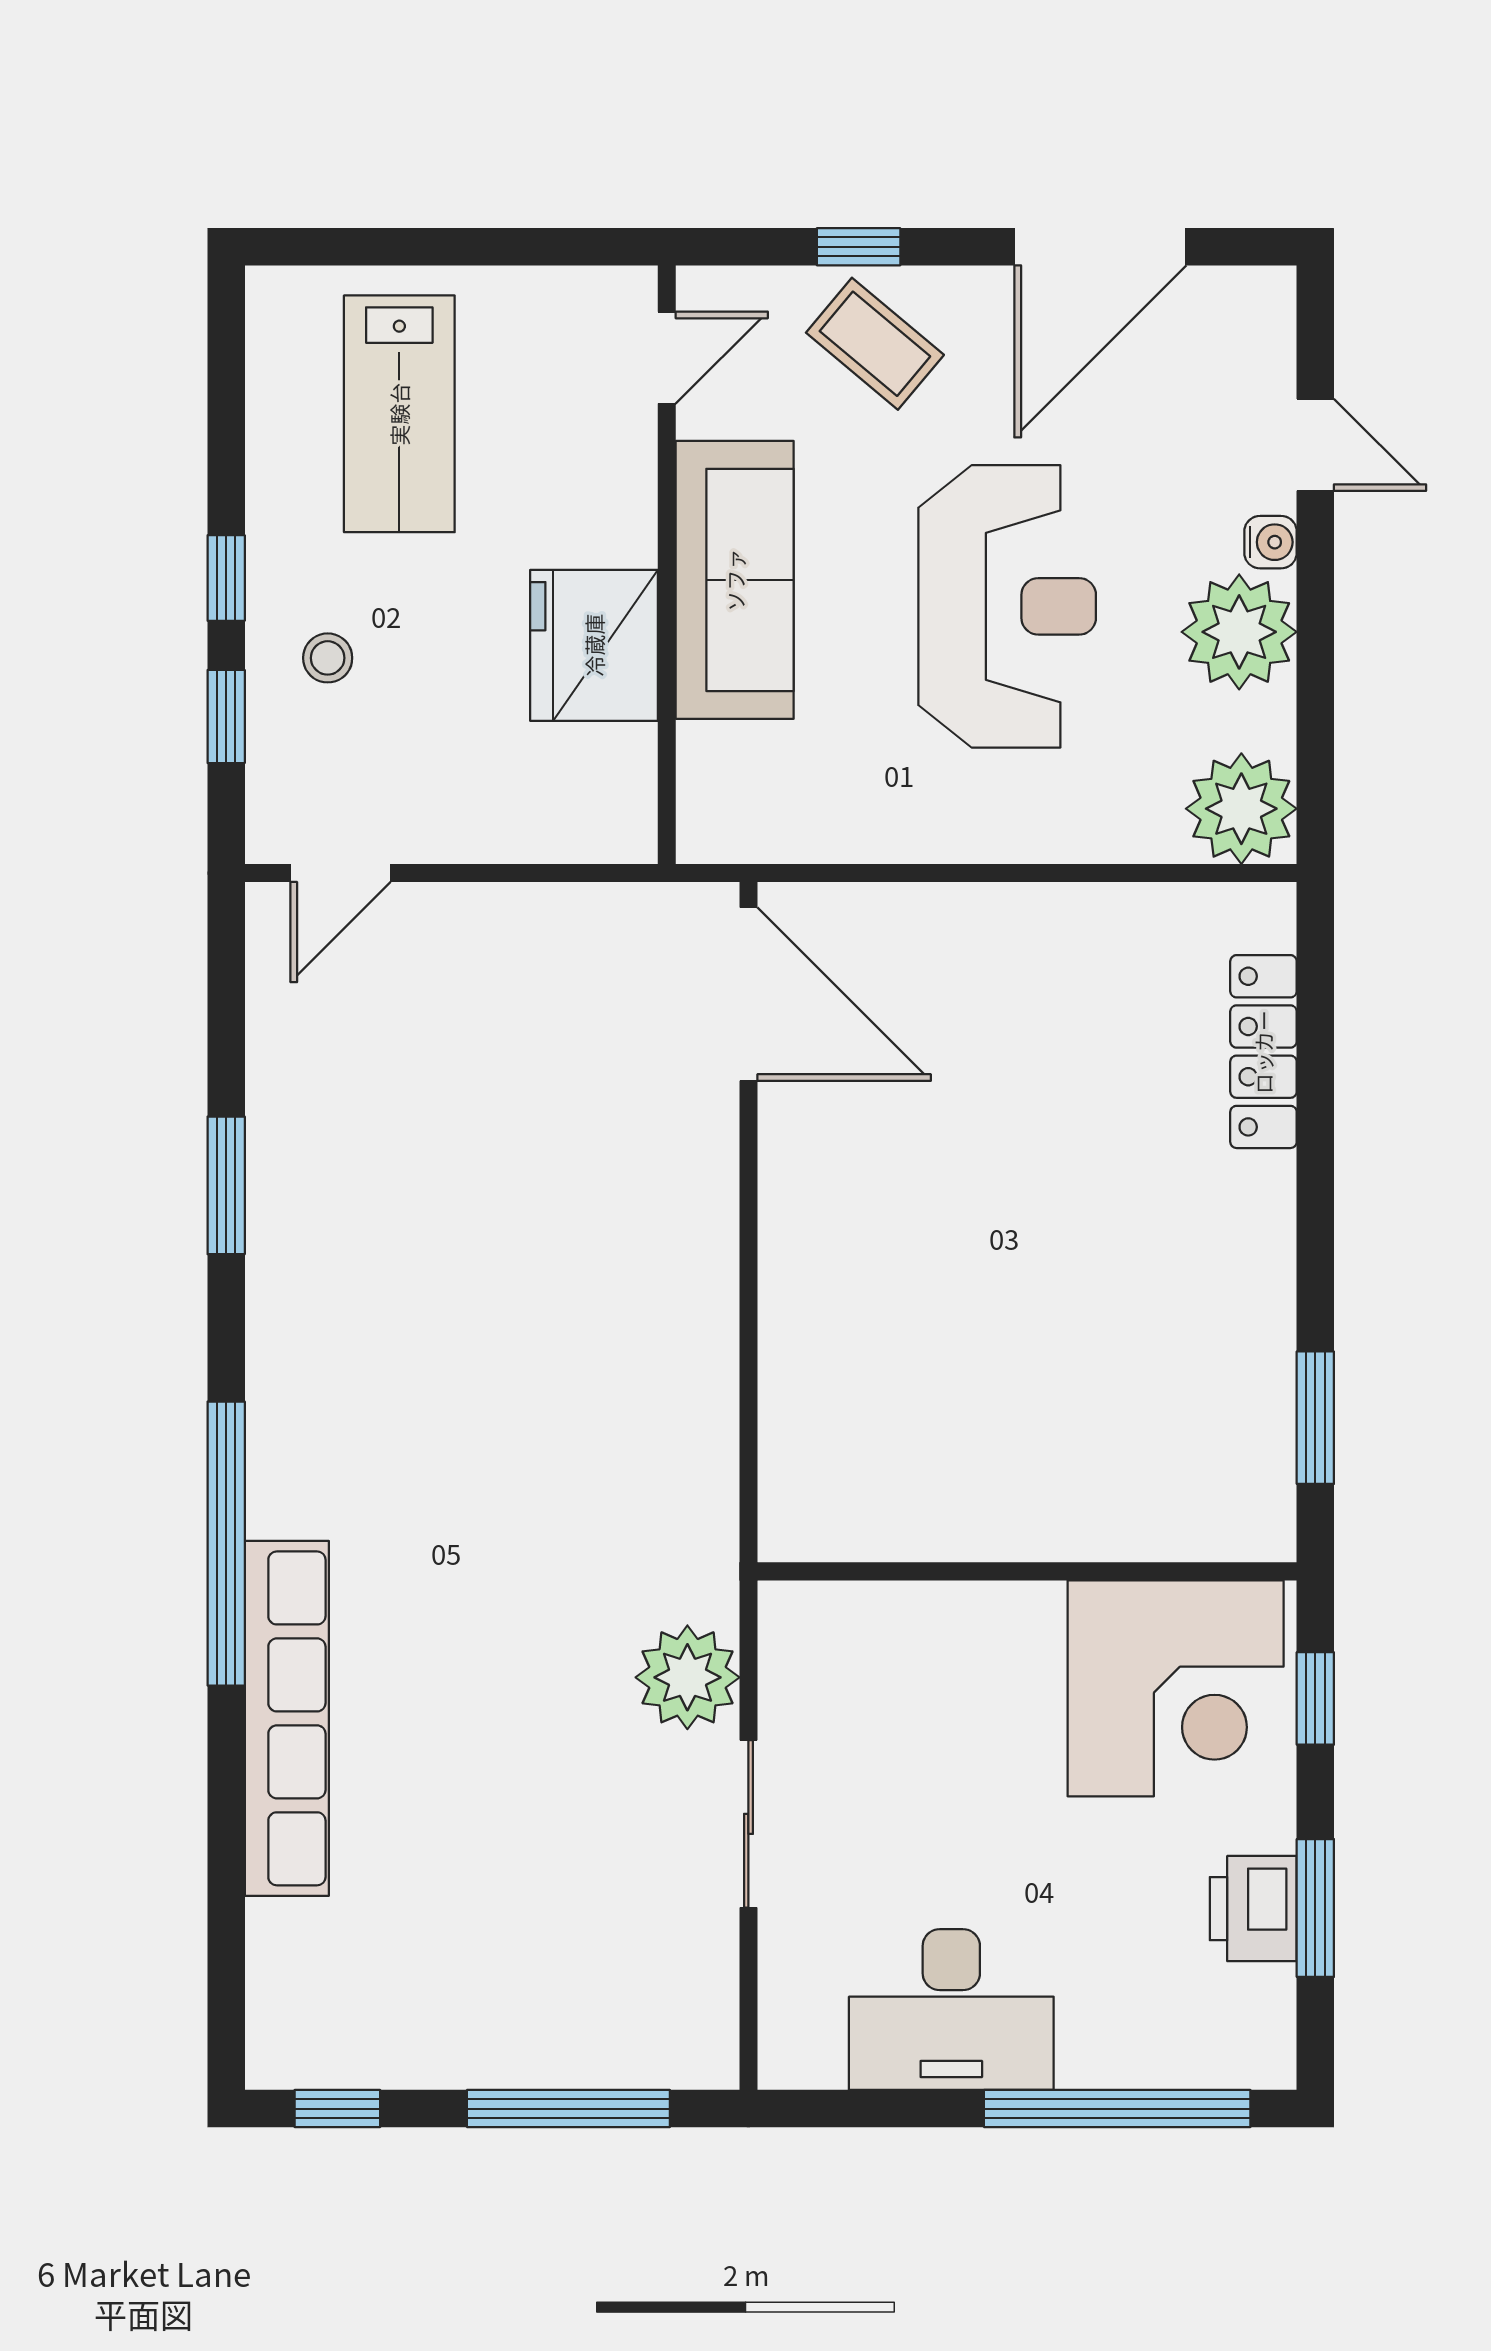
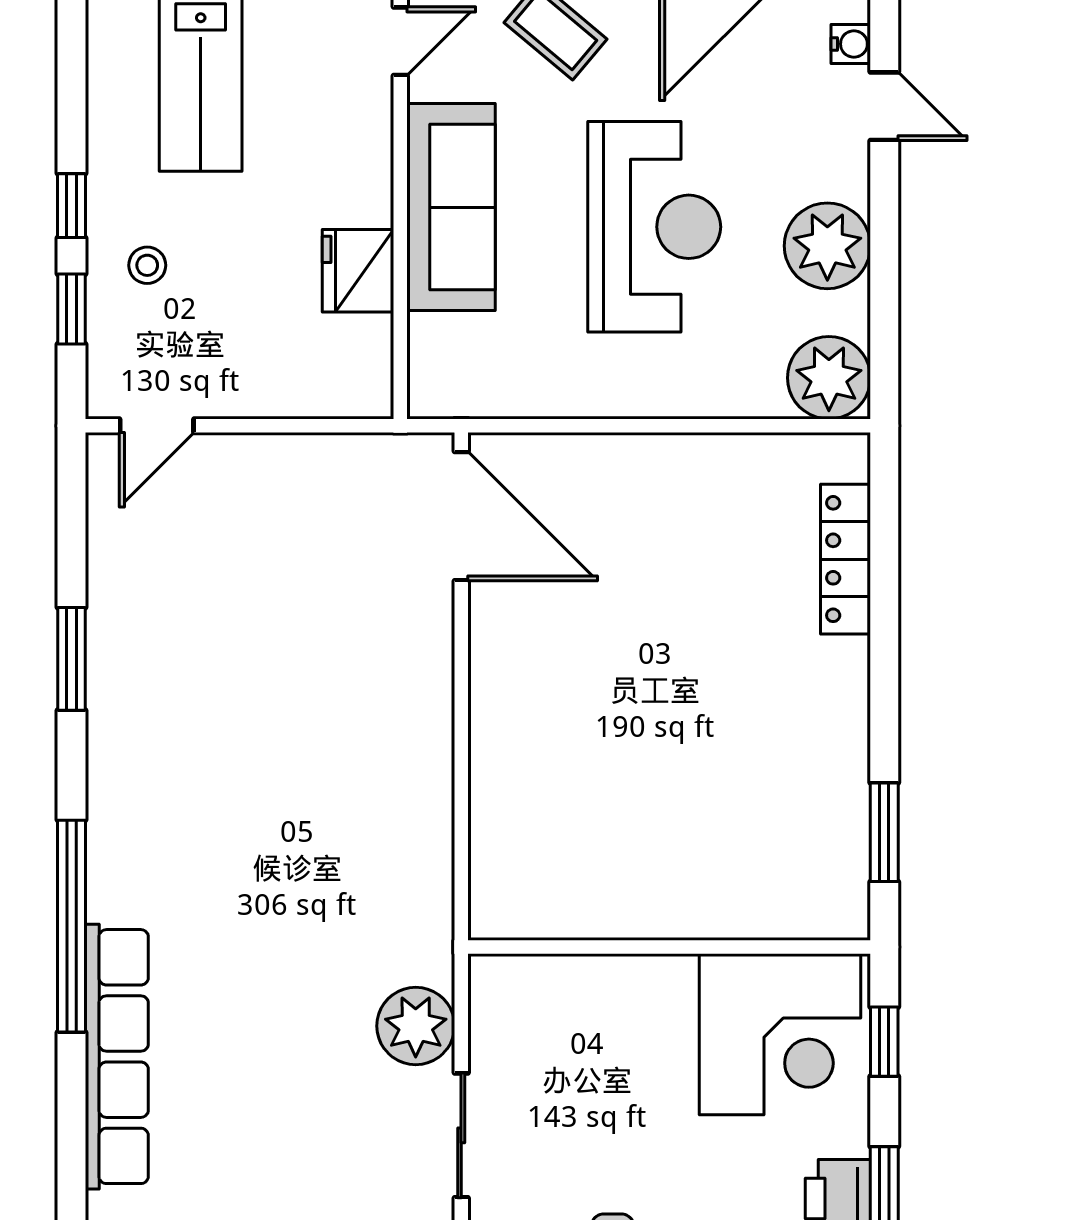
water cooler: (1271, 542) -> (851, 44), moved
fridge: (594, 645) -> (358, 271), width x0.73, depth x0.75

